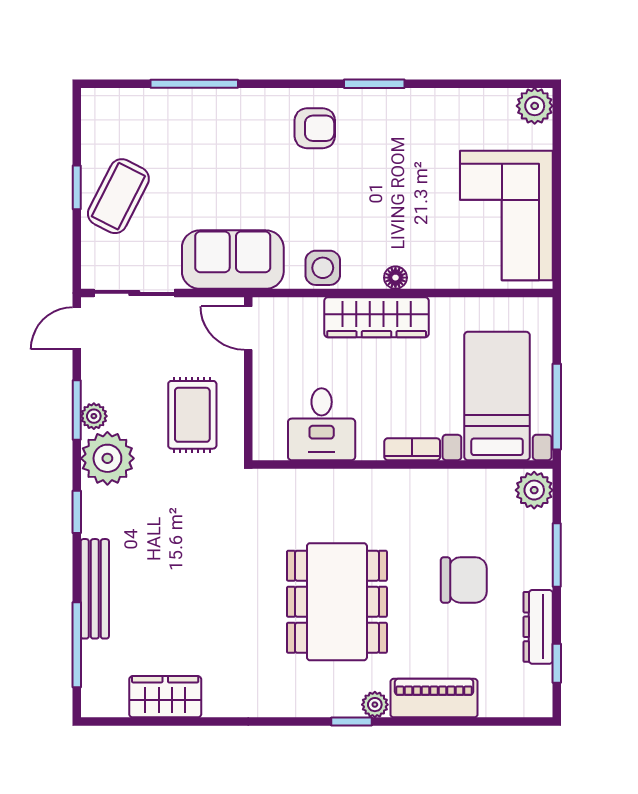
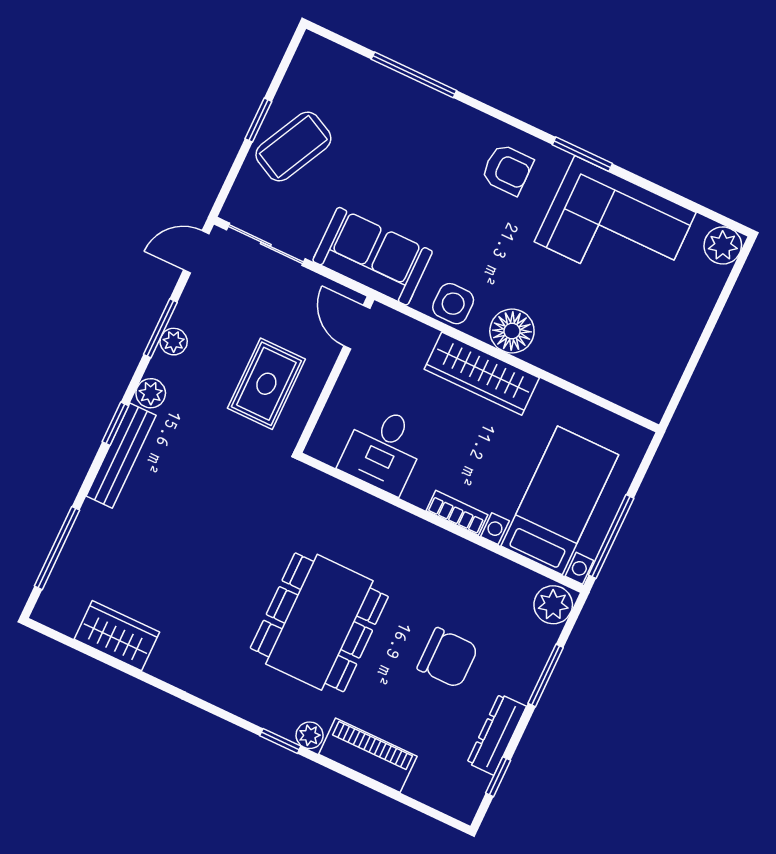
corner sofa: (506, 216) -> (615, 227), moved, turned -90
floor lamp: (395, 278) -> (512, 331), width x1.89, depth x1.89
plant: (107, 458) -> (151, 393), width x0.53, depth x0.53
bench: (95, 589) -> (121, 456), moved

